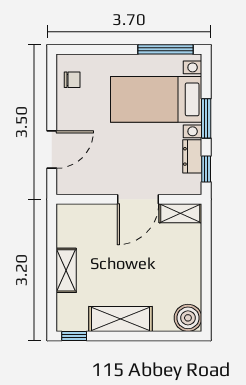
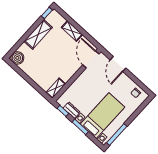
door: (138, 199) -> (91, 59), moved

